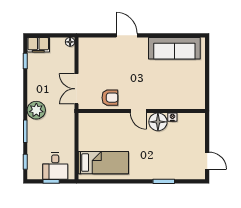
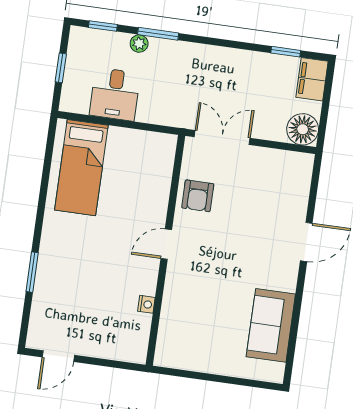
floor lamp: (70, 42) -> (303, 129), width x1.89, depth x1.89
sofa: (174, 48) -> (271, 325), width x0.73
plant: (36, 110) -> (139, 44), moved, width x0.53, depth x0.53
floor lamp: (158, 122) -> (141, 277), removed
desk: (55, 166) -> (115, 94), moved, turned -90

